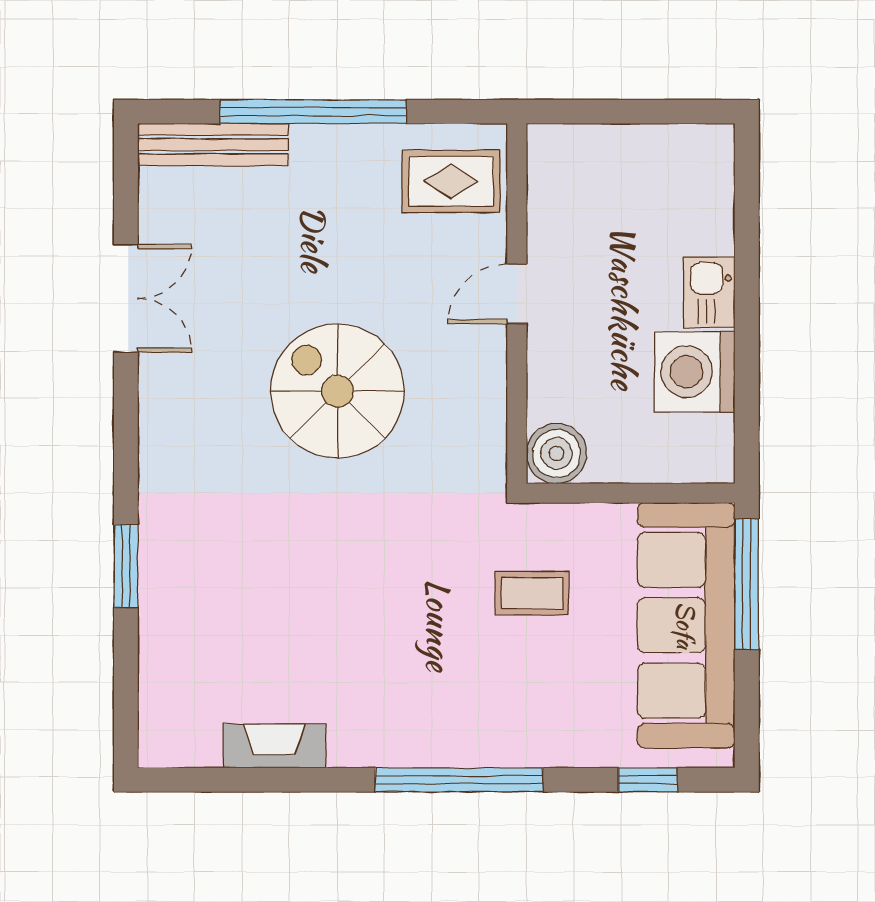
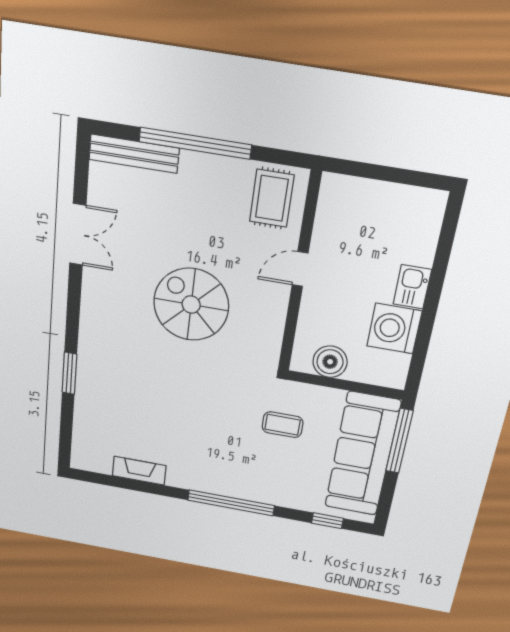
rug: (451, 181) -> (272, 198), turned 90
boiler: (556, 453) -> (330, 362), moved

